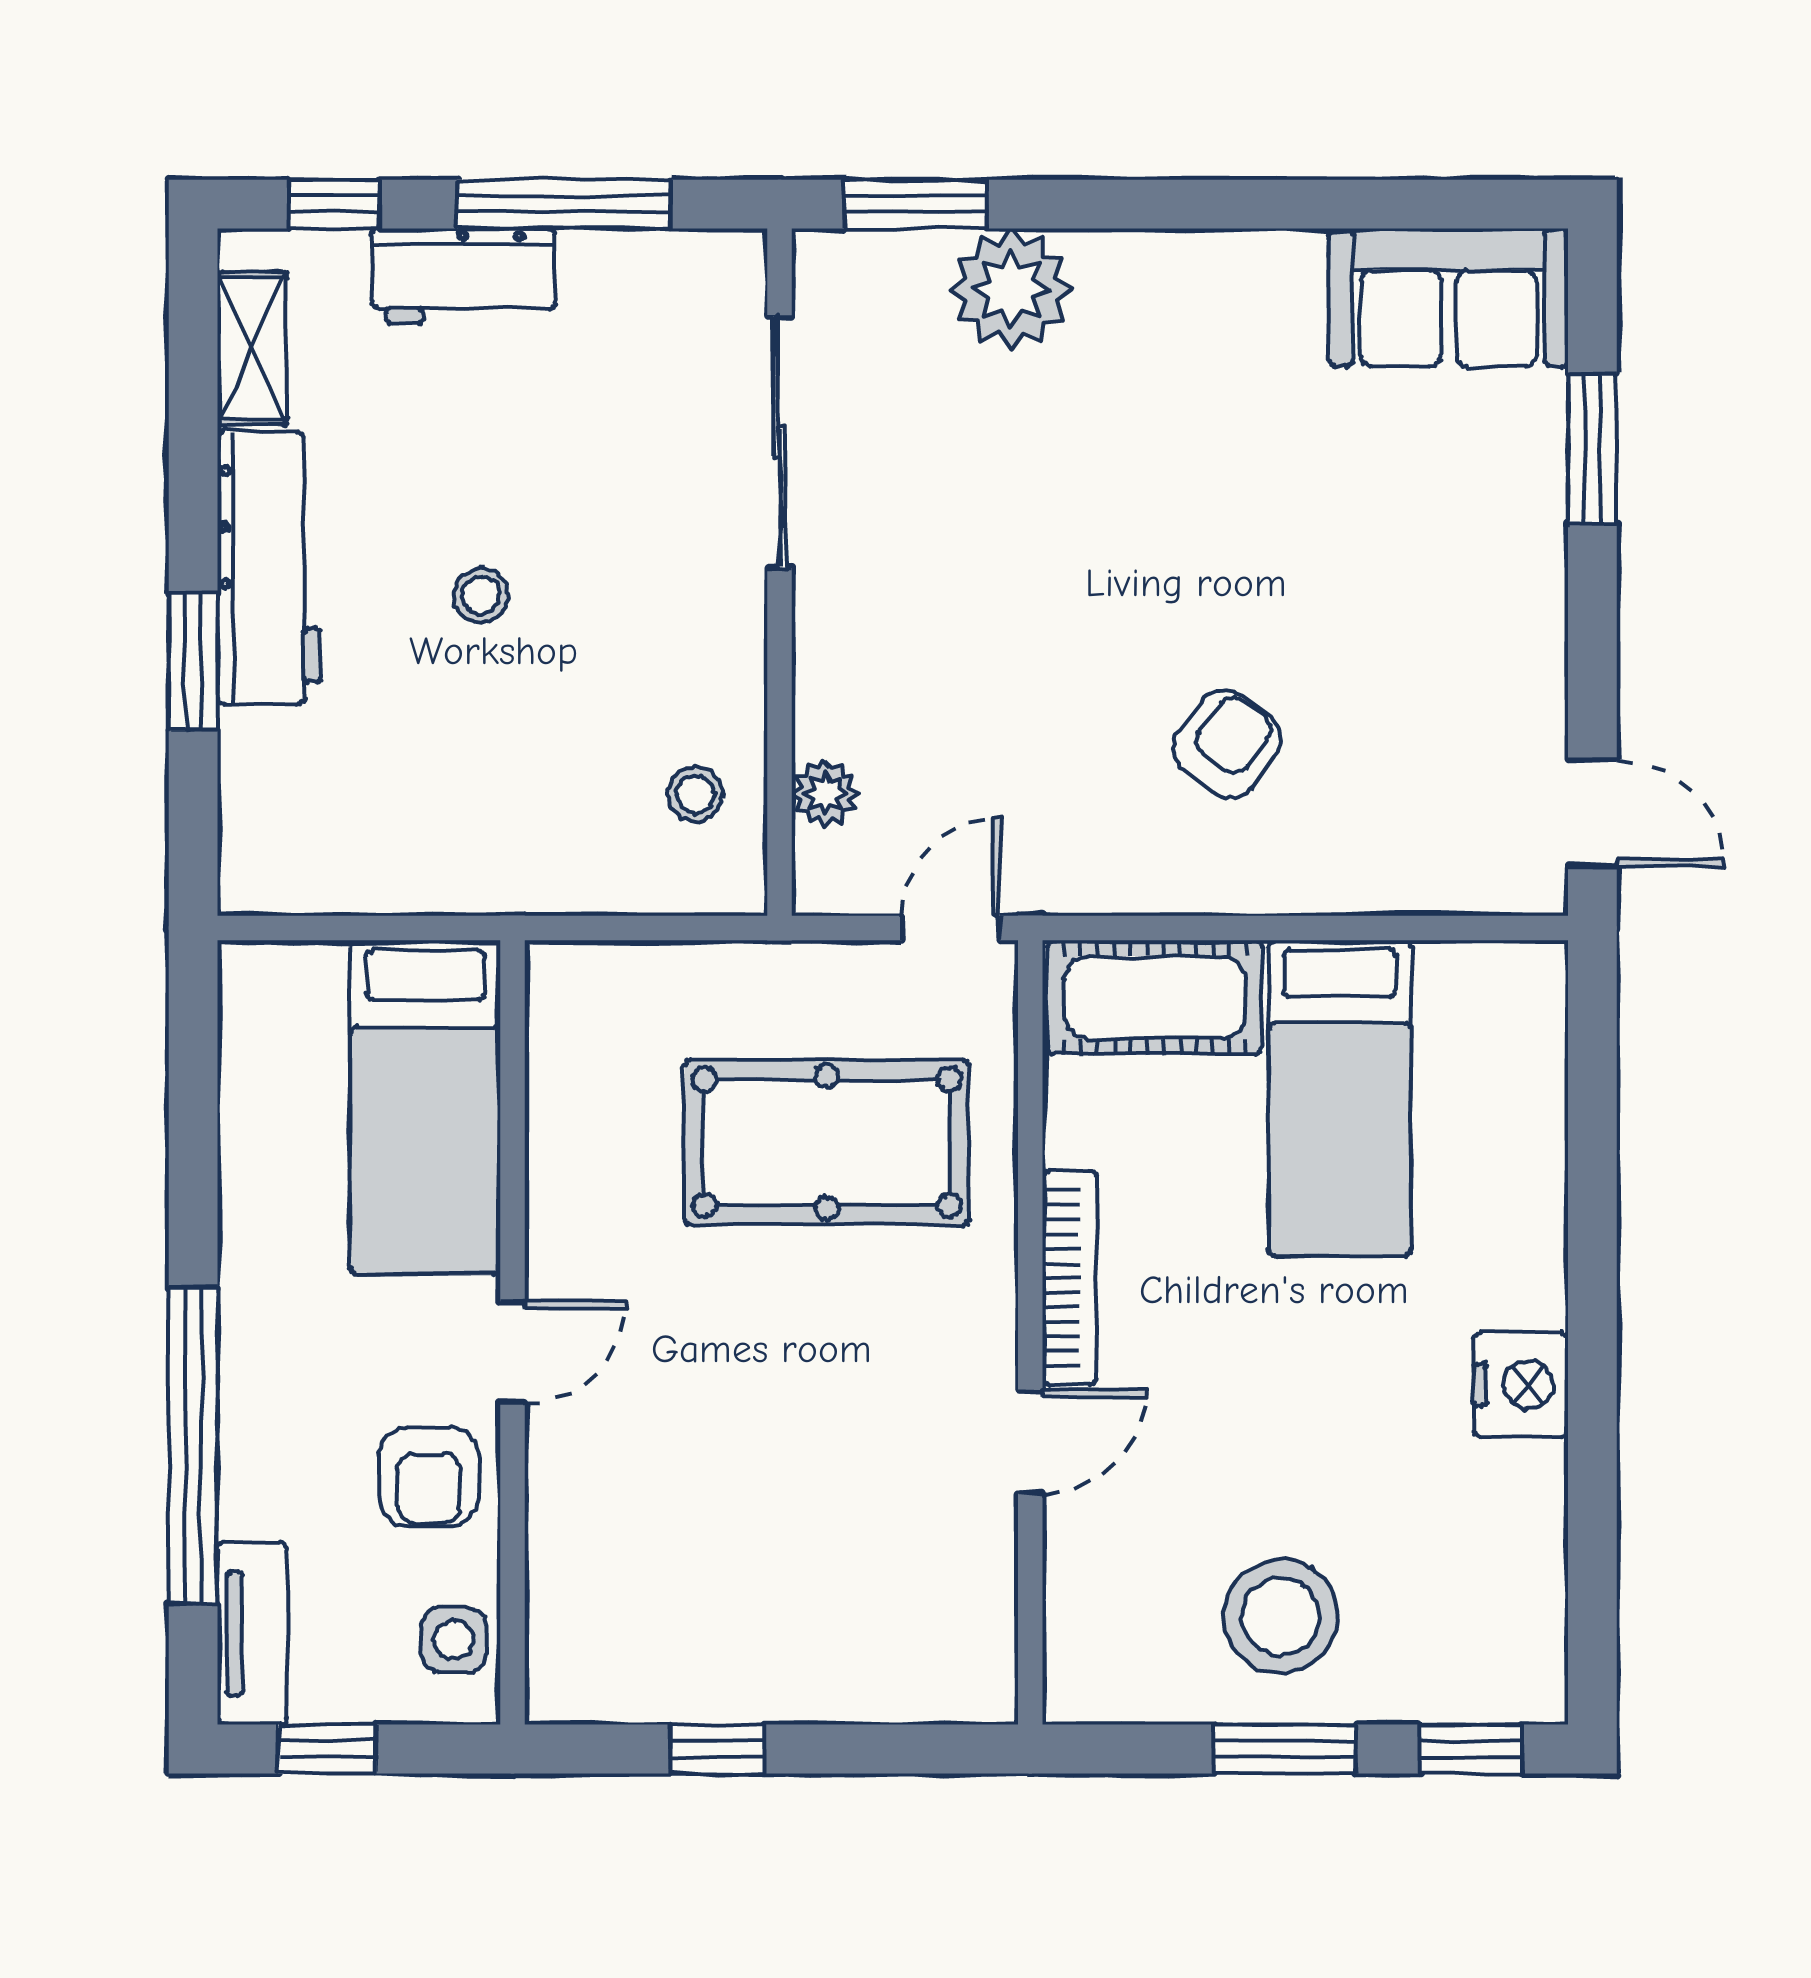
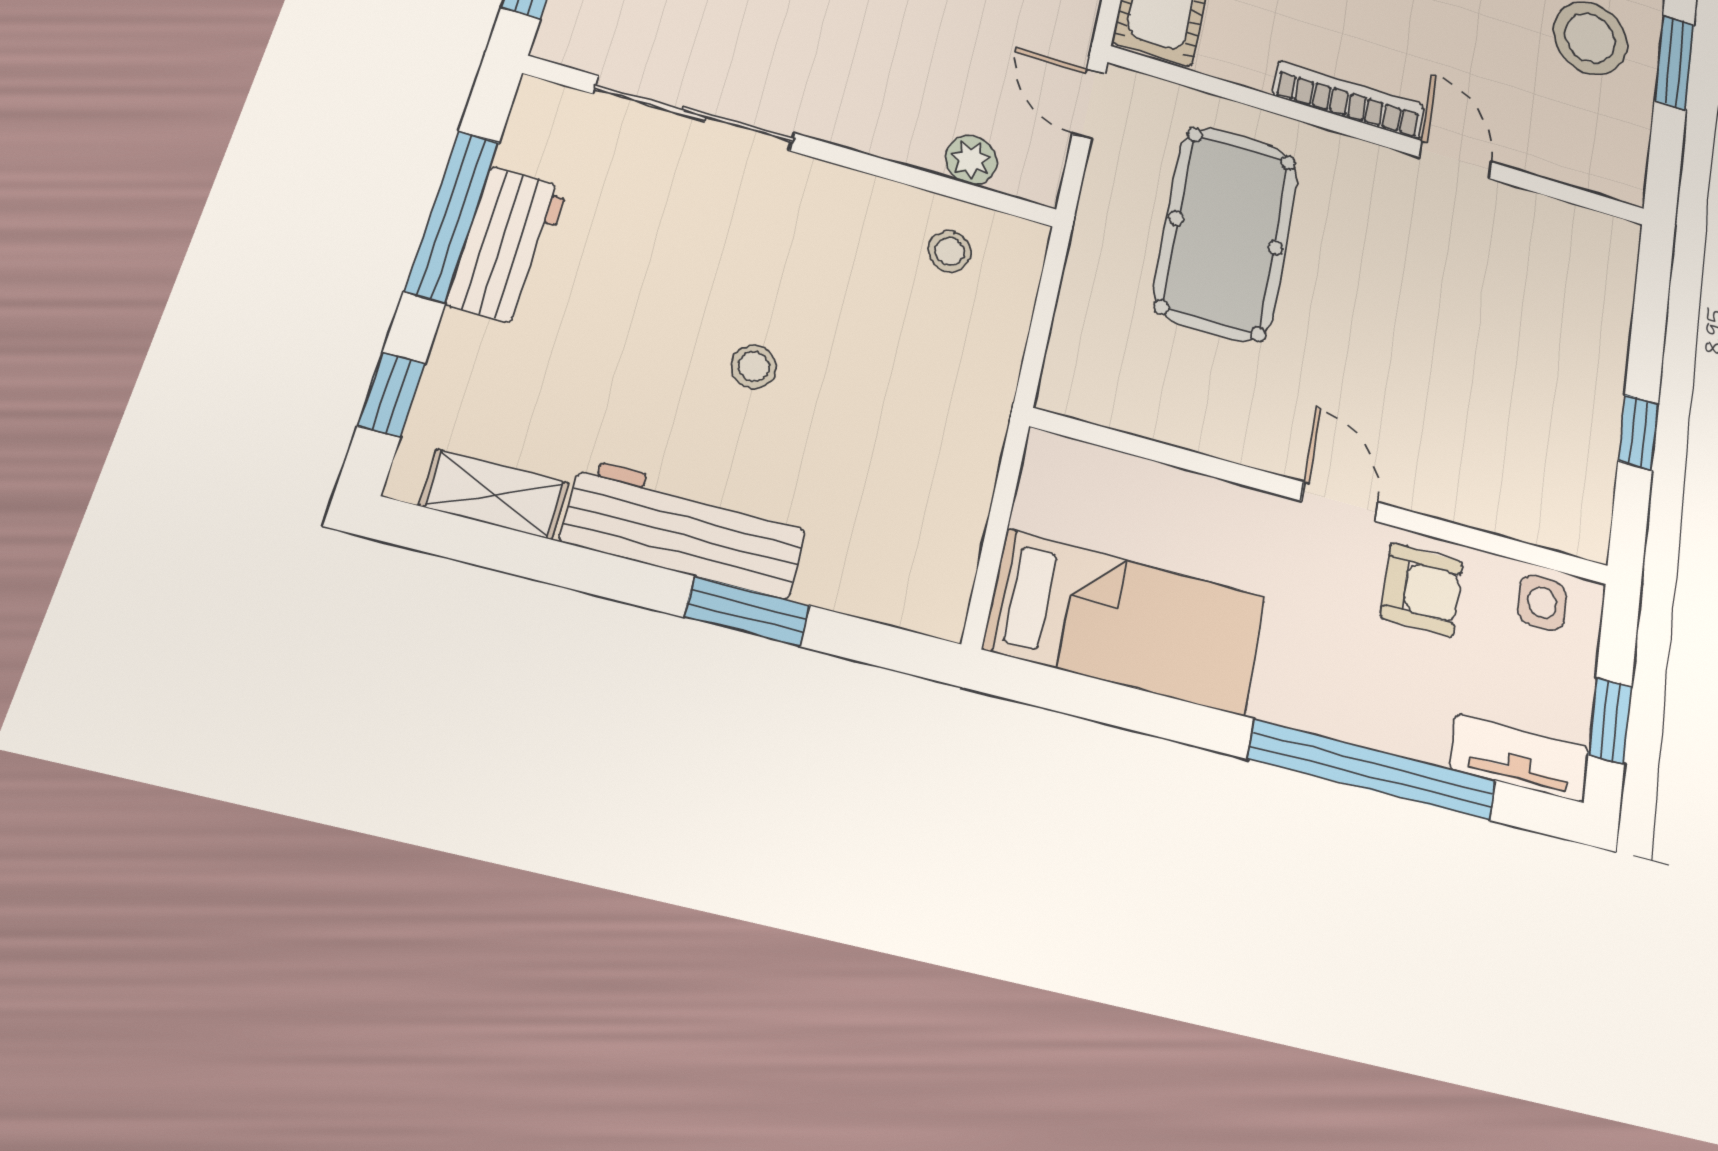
workbench: (463, 276) -> (507, 245), moved
bed: (425, 1107) -> (1126, 623), moved

